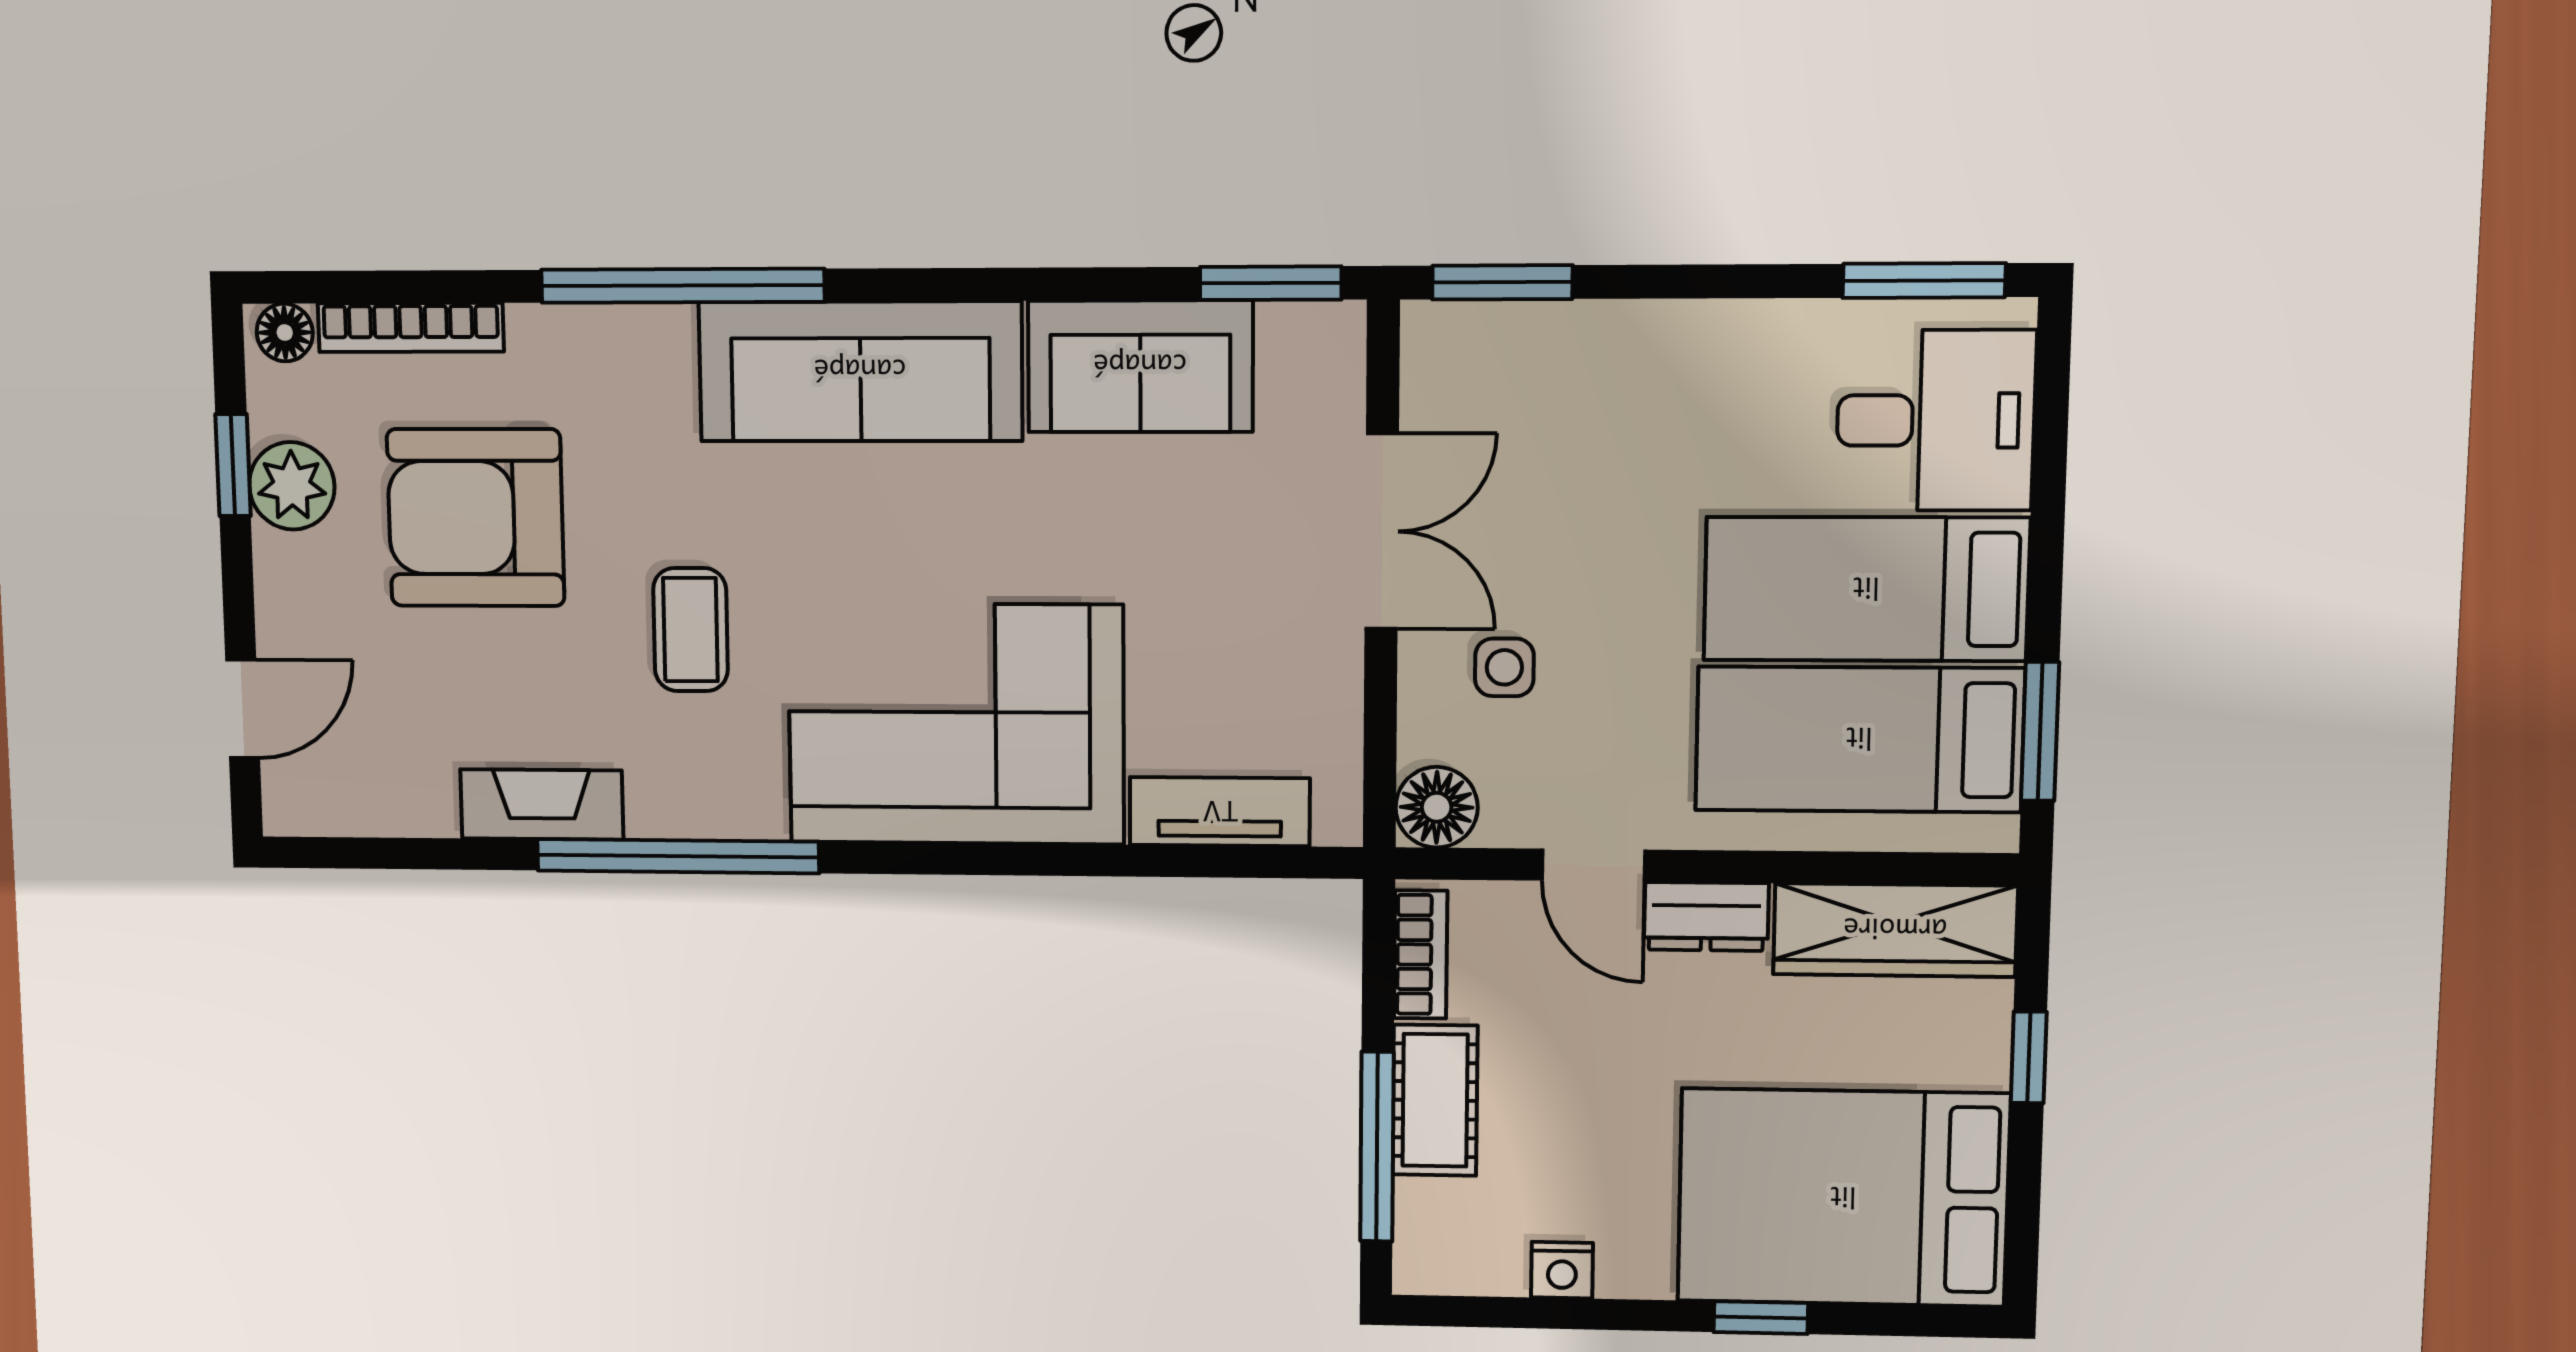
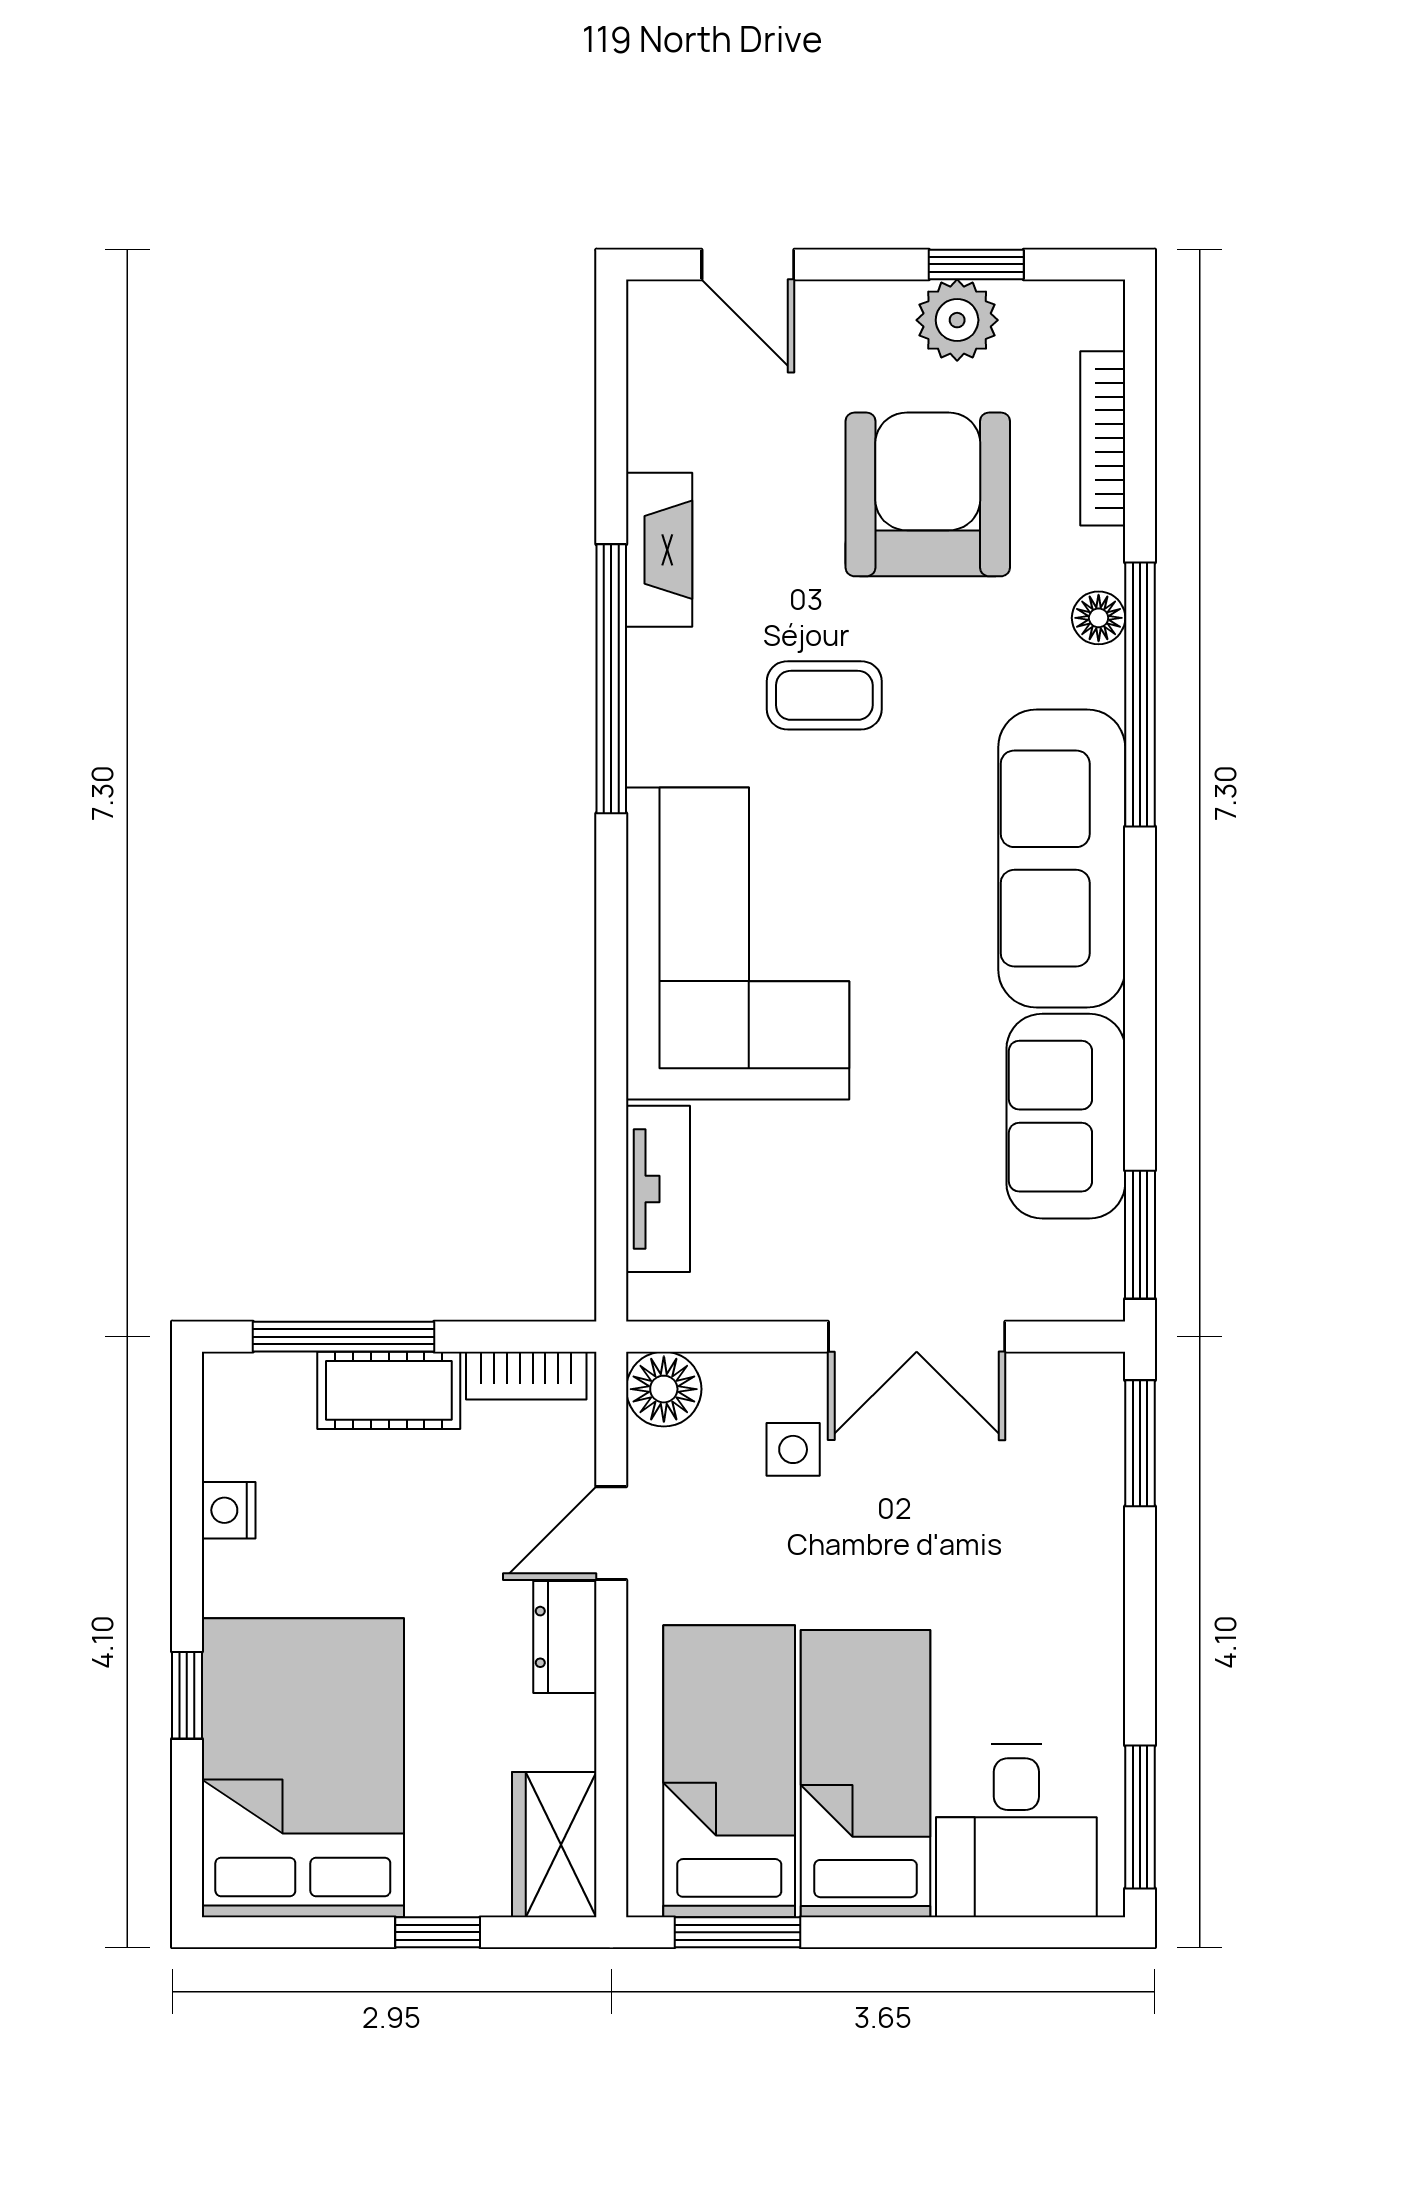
floor lamp: (285, 333) -> (1099, 618), moved
wardrobe: (1895, 930) -> (554, 1845), width x0.67

